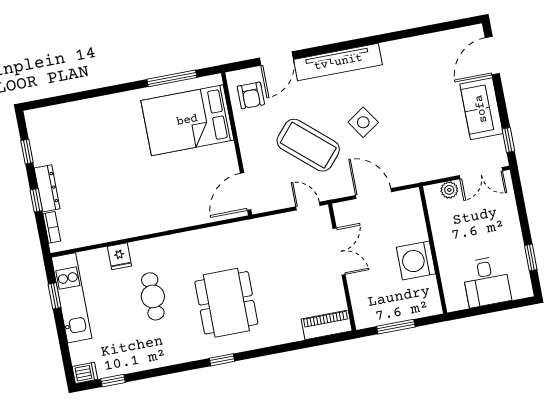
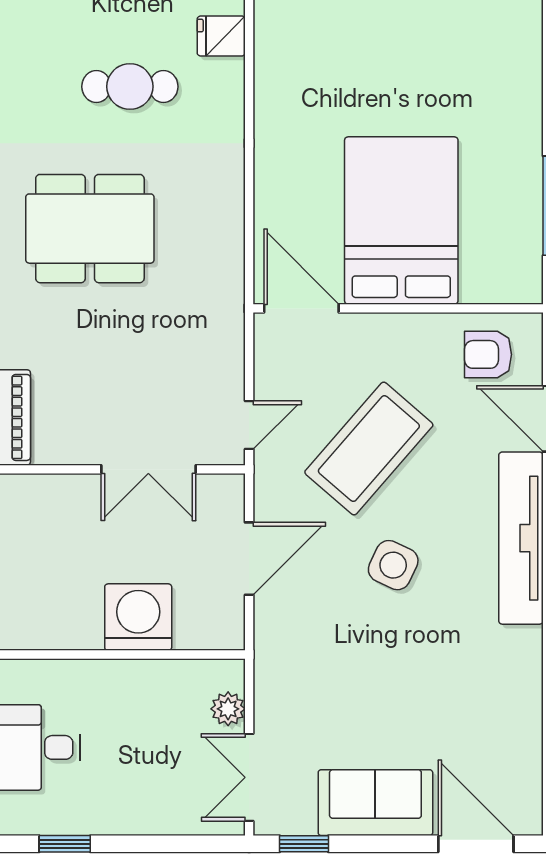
bed: (187, 120) -> (401, 220), moved
side table: (363, 122) -> (393, 565), turned -31
washing machine: (416, 261) -> (138, 617), moved

